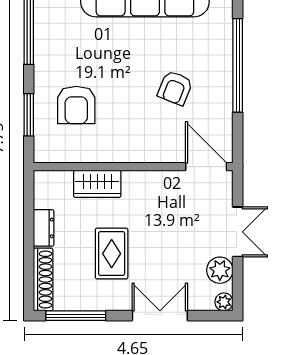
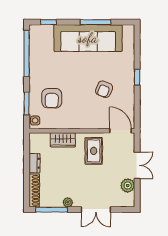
window: (238, 65) -> (137, 77), width x0.32
side table: (45, 147) -> (35, 120), added
rug: (112, 254) -> (94, 151), moved
plant: (224, 302) -> (68, 202), moved
double door: (160, 316) -> (96, 210), swing flipped

